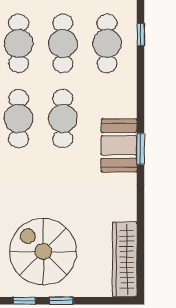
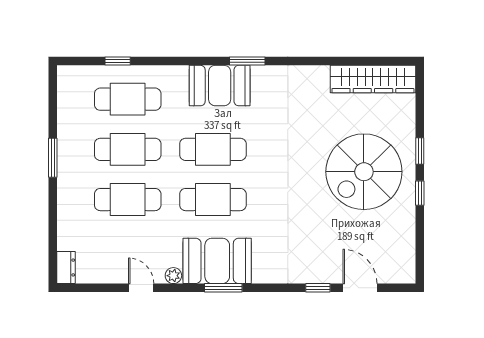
booth: (119, 145) -> (220, 86), moved

